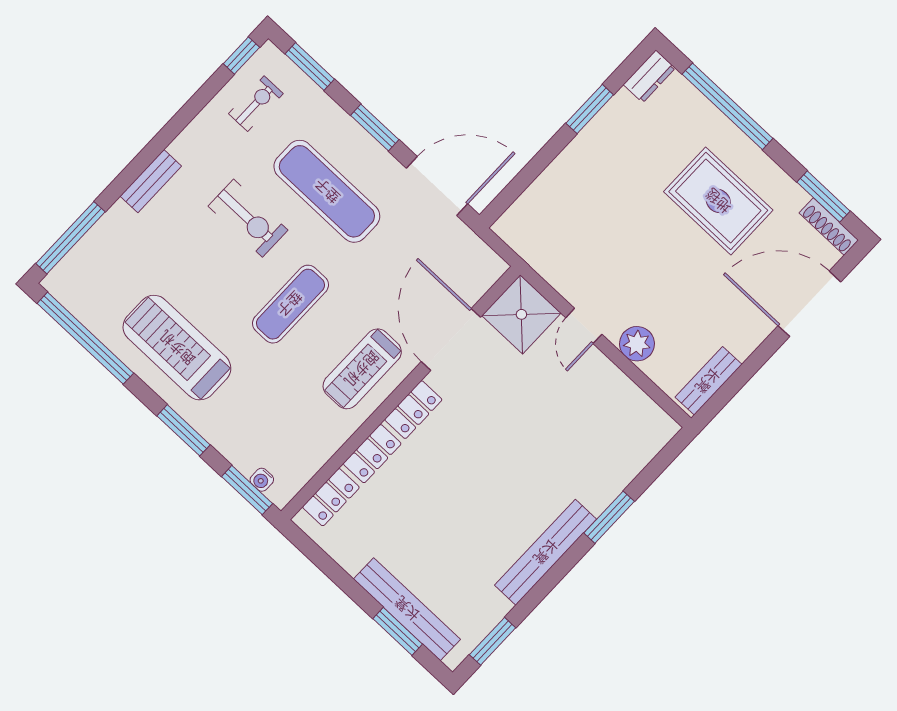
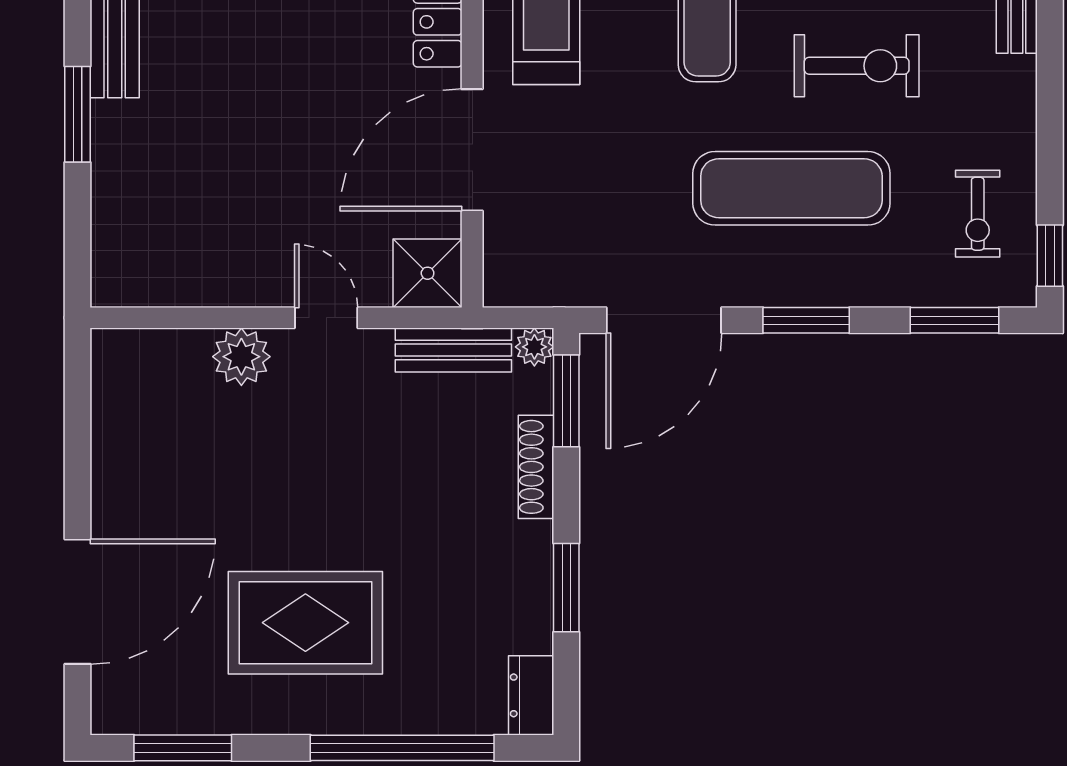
window: (513, 191) -> (566, 401), added
exercise bike: (248, 218) -> (857, 66), turned 180
plant: (505, 227) -> (534, 347), added
shoe rack: (829, 227) -> (536, 467), moved, turned -90
shower: (521, 314) -> (428, 273), width x0.73, depth x0.73
door: (451, 339) -> (472, 150), swing flipped
bench: (708, 381) -> (453, 350), moved, turned 90

